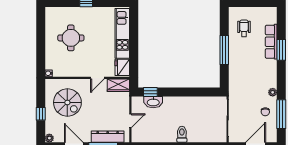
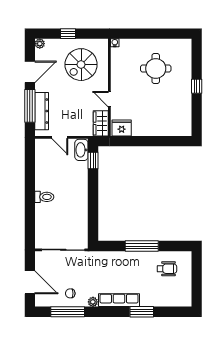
kitchen unit: (122, 33) -> (161, 128), removed
row of seats: (271, 42) -> (119, 300), moved
washbasin: (153, 102) -> (81, 150), moved

